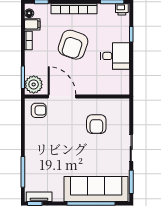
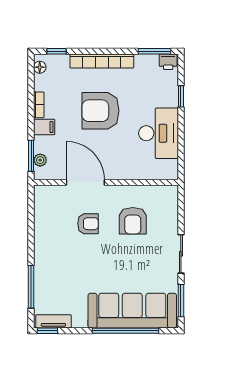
filing cabinet: (32, 24) -> (44, 127), moved
armchair: (73, 45) -> (100, 111), turned 71
desk: (115, 56) -> (159, 133), width x1.37
plant: (34, 84) -> (40, 160), width x0.53, depth x0.53
armchair: (39, 110) -> (88, 224), moved

